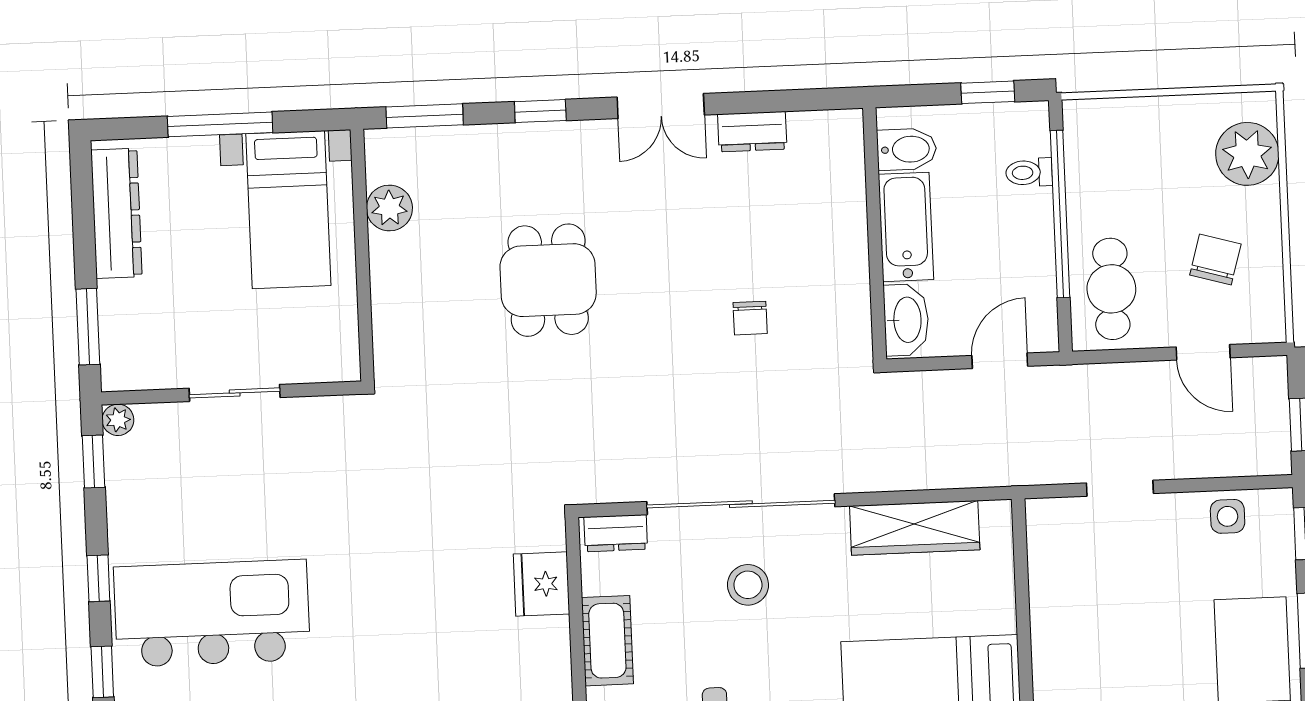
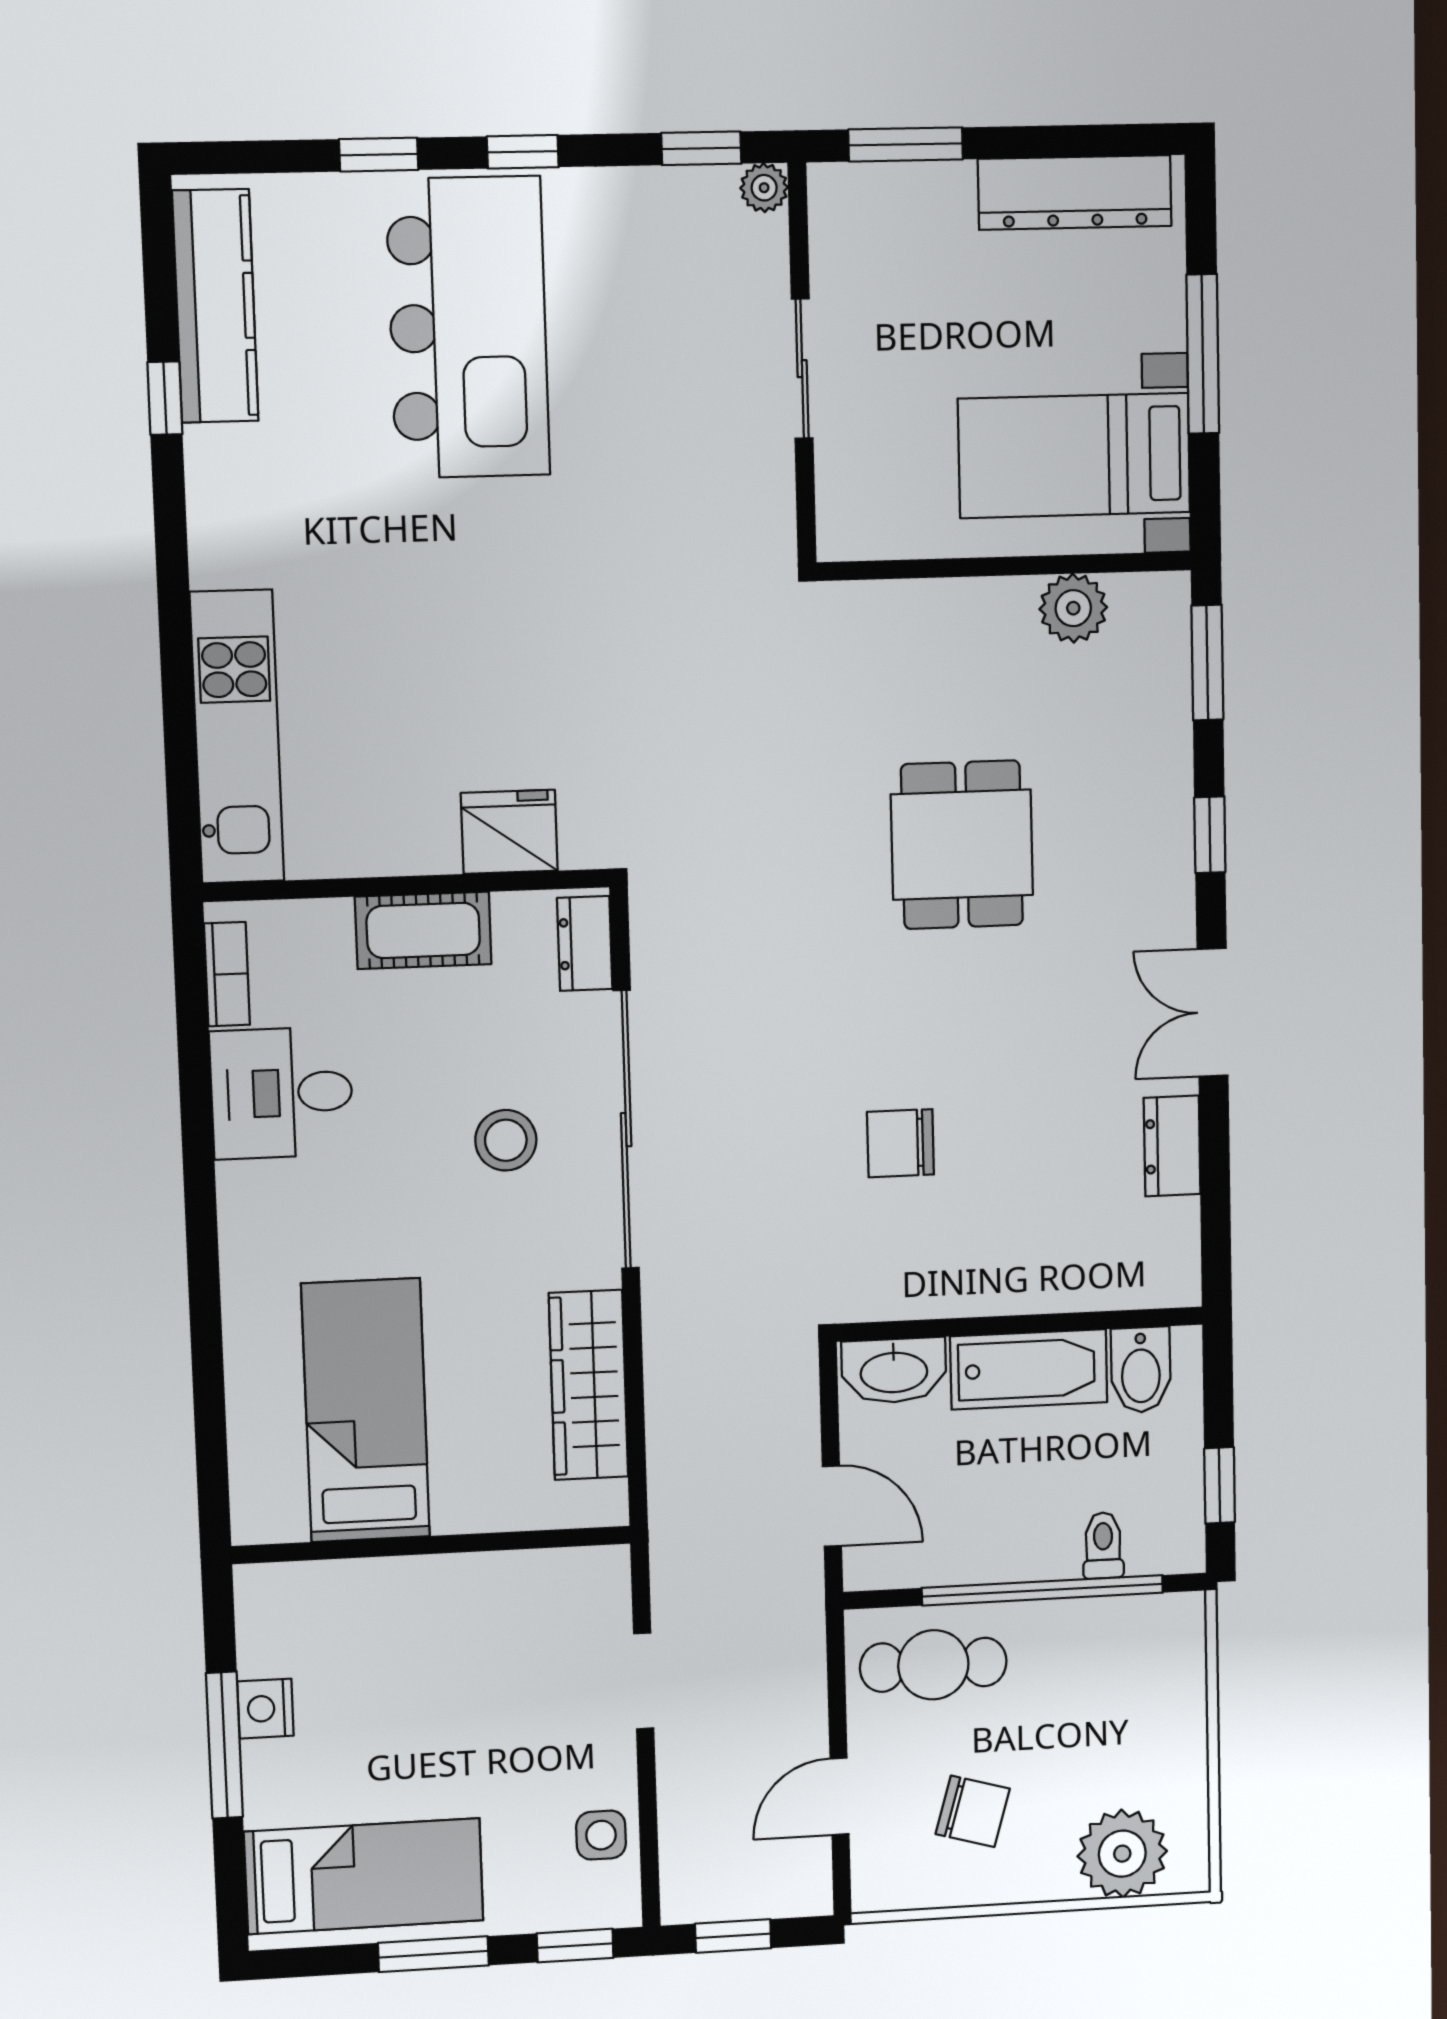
dining table: (548, 280) -> (962, 845), turned 90
chair: (750, 318) -> (901, 1143), width x1.37, depth x1.37

